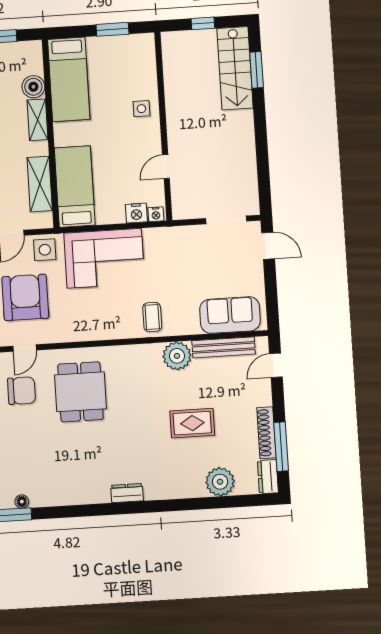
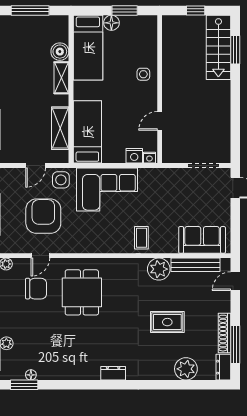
floor lamp: (97, 46) -> (111, 23), added

